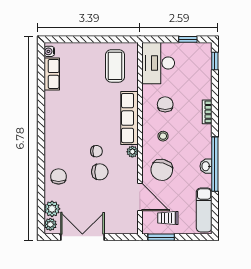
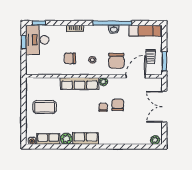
desk: (158, 63) -> (37, 40), moved, turned 90
coffee table: (115, 66) -> (45, 107), moved
row of seats: (53, 127) -> (86, 138), added
chair: (162, 170) -> (116, 61), turned 76
chair: (59, 176) -> (121, 134), removed
plant: (52, 209) -> (66, 139), moved
double door: (82, 237) -> (164, 107), moved

